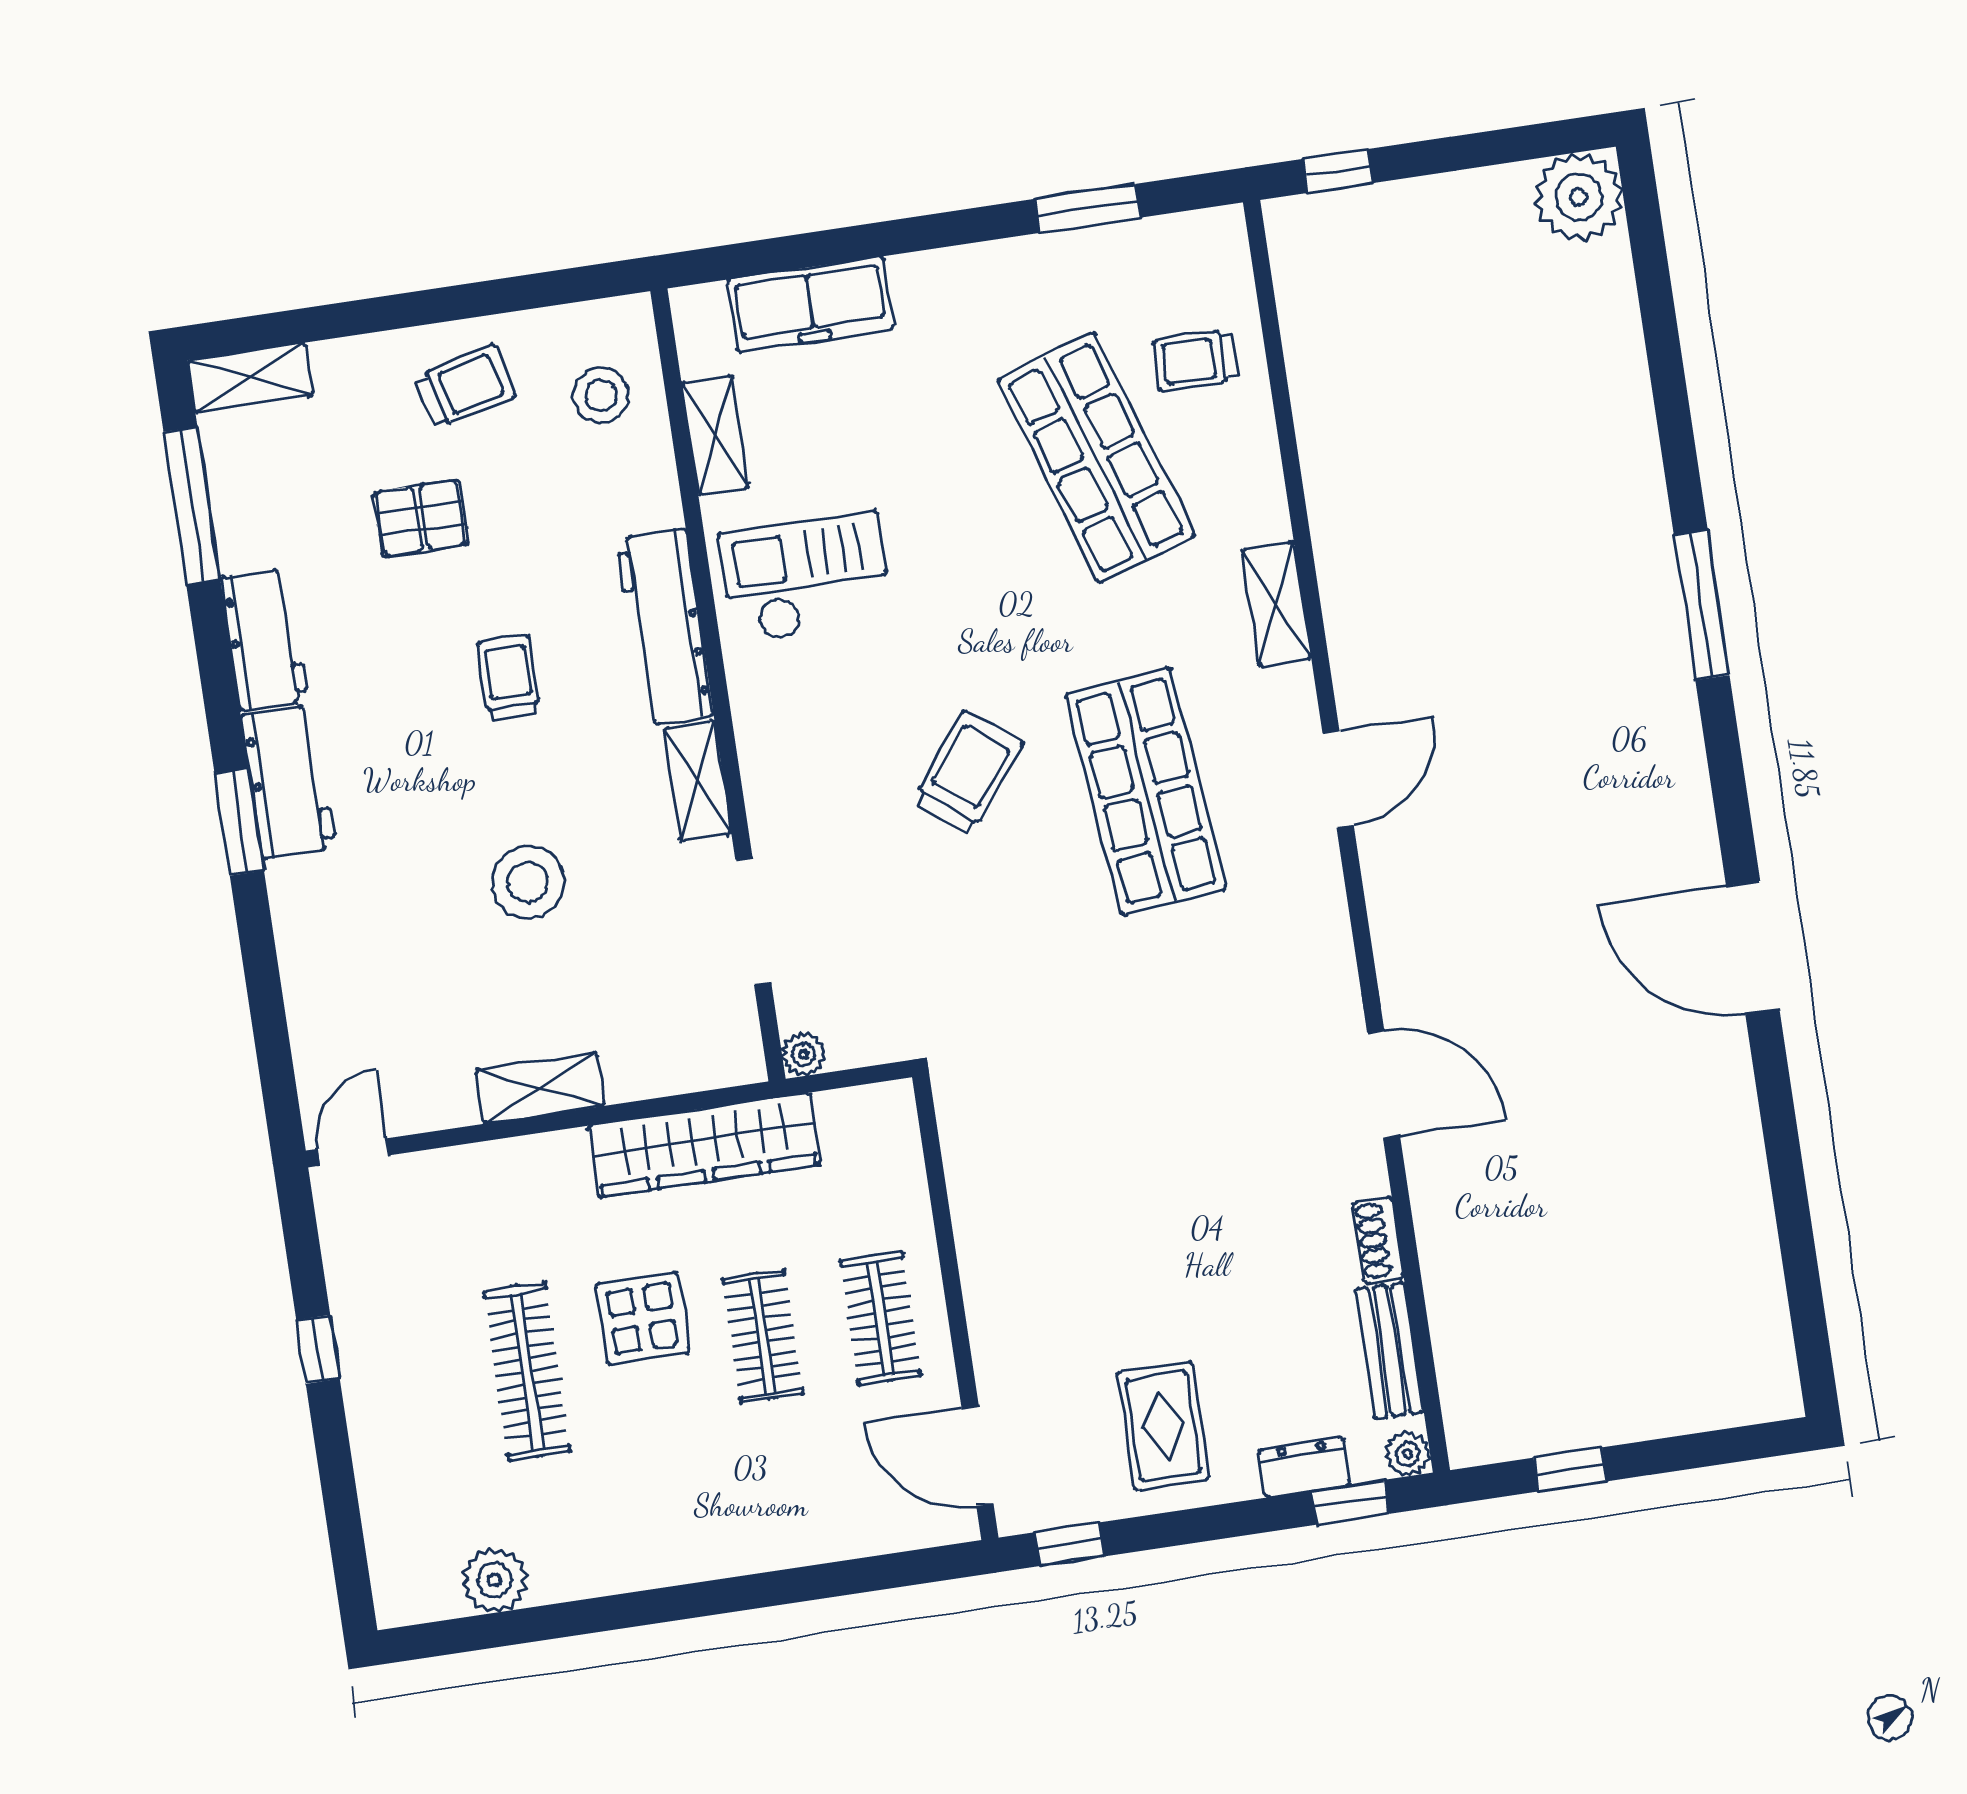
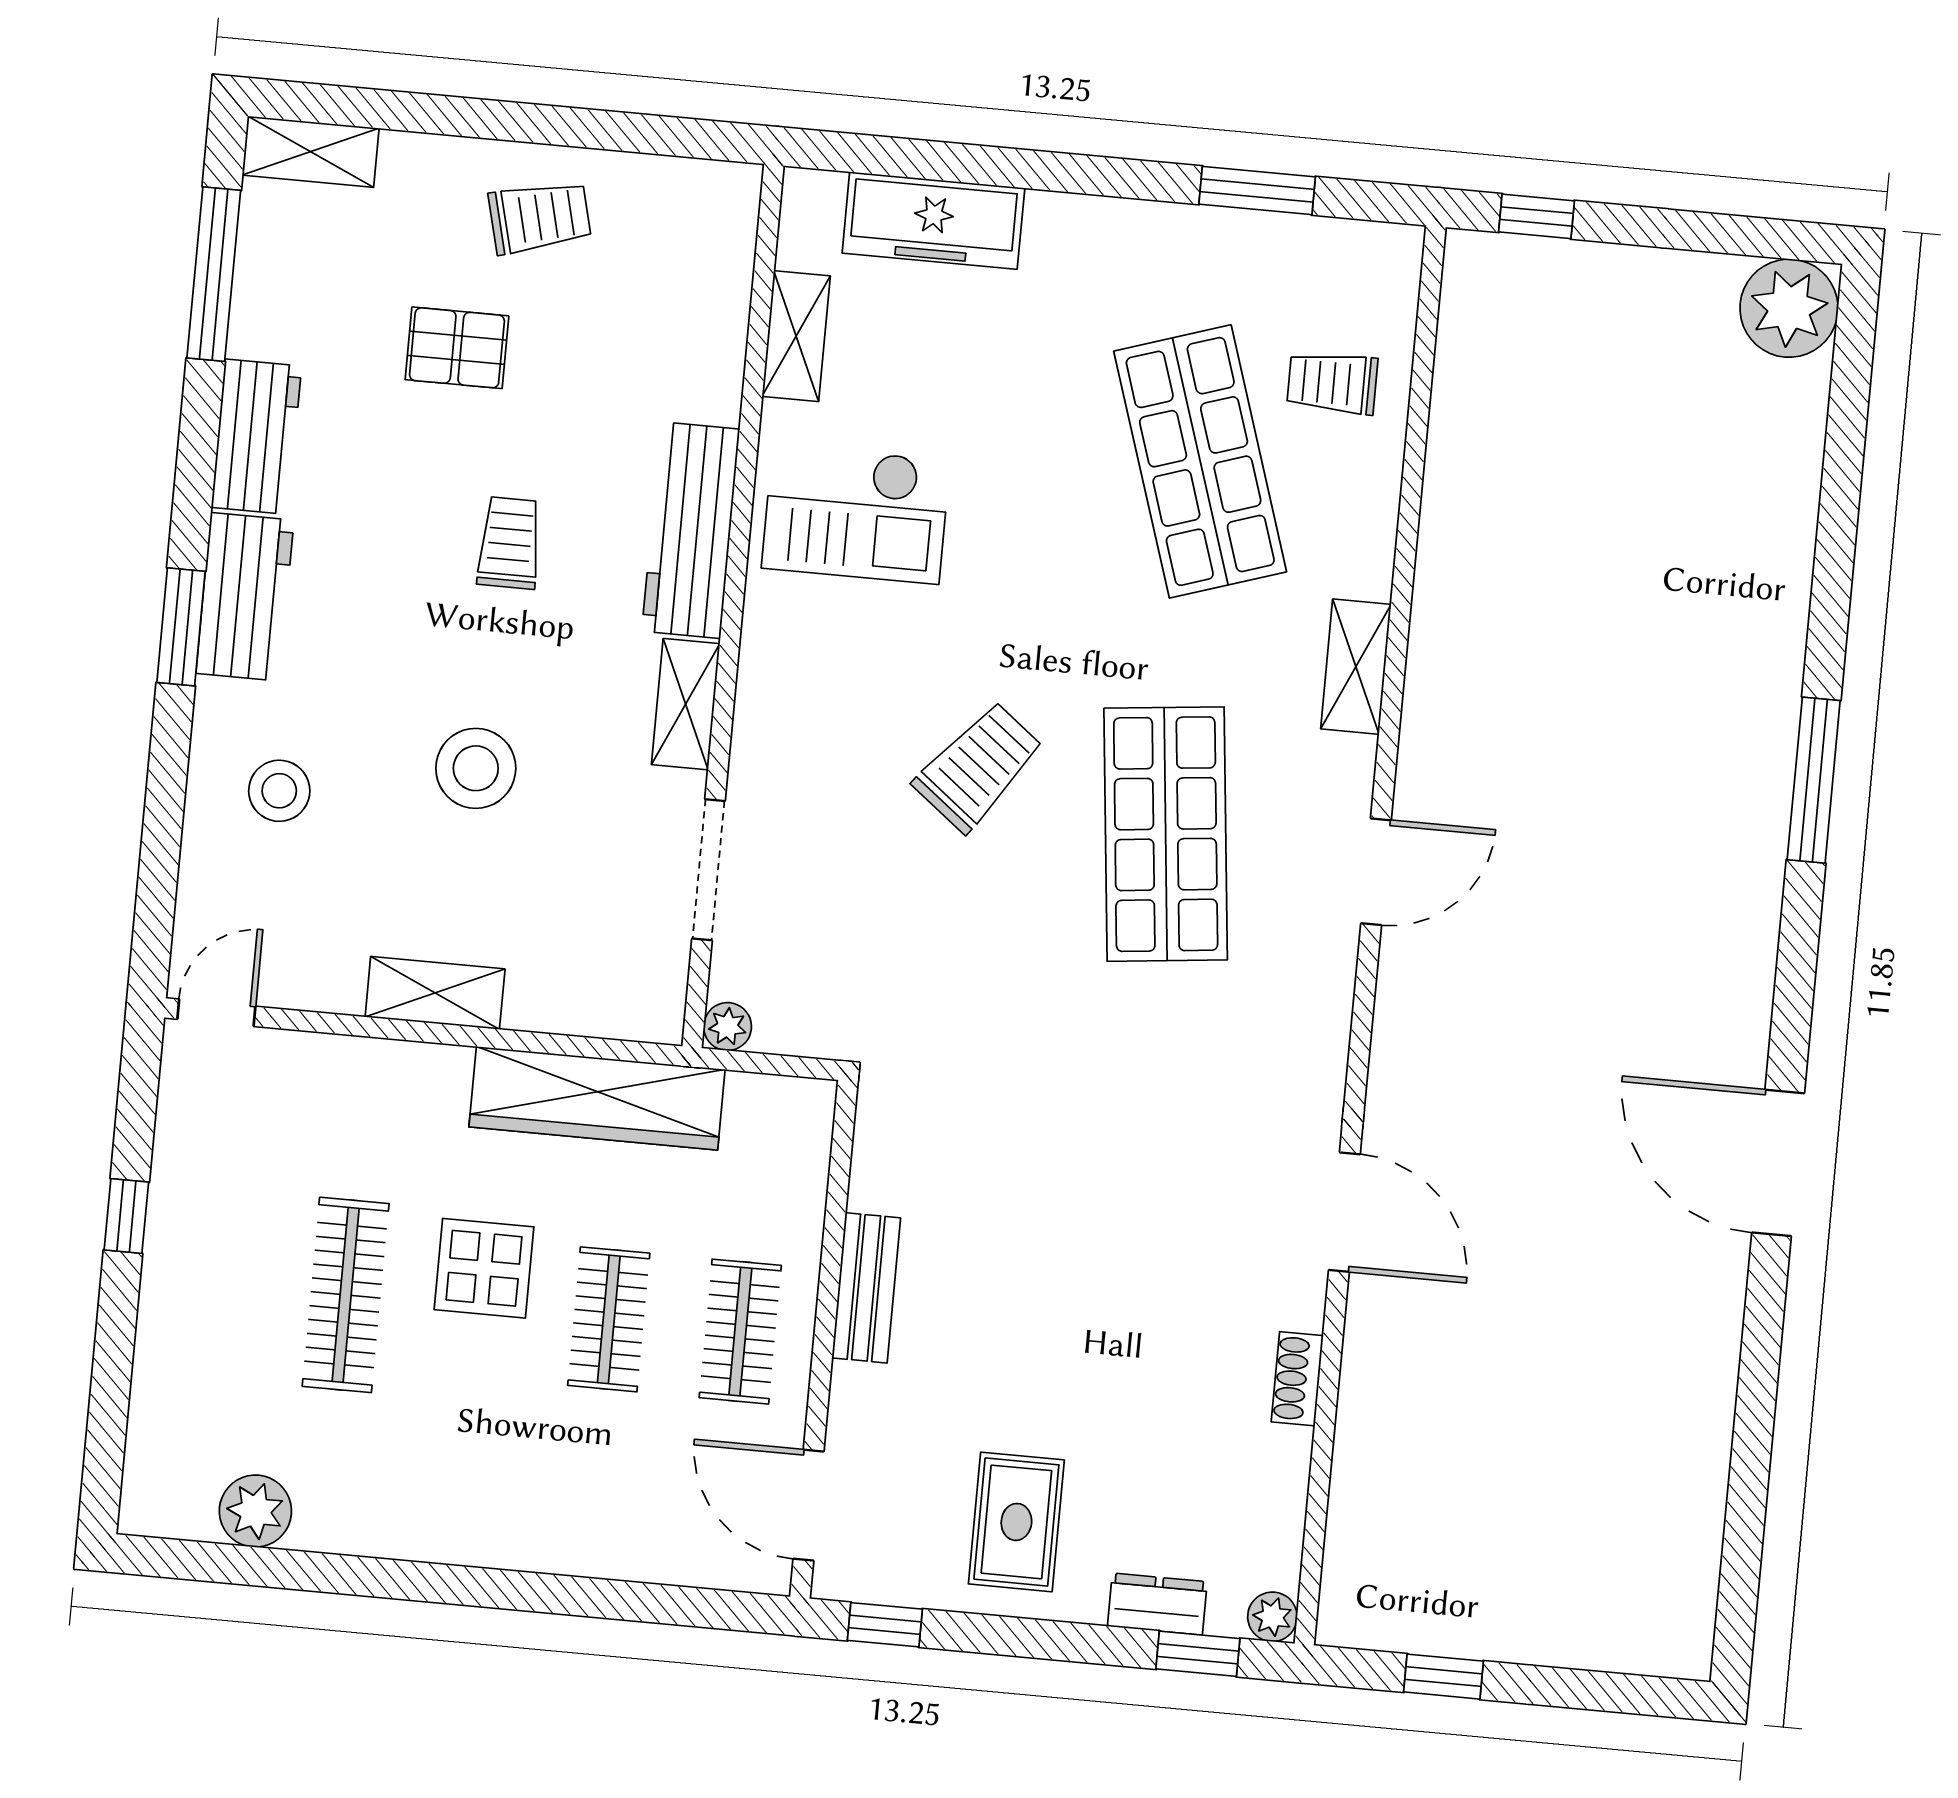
stool: (601, 395) -> (279, 791), moved
checkout: (806, 578) -> (856, 514), turned 180
bench: (1389, 1351) -> (866, 1288), moved

